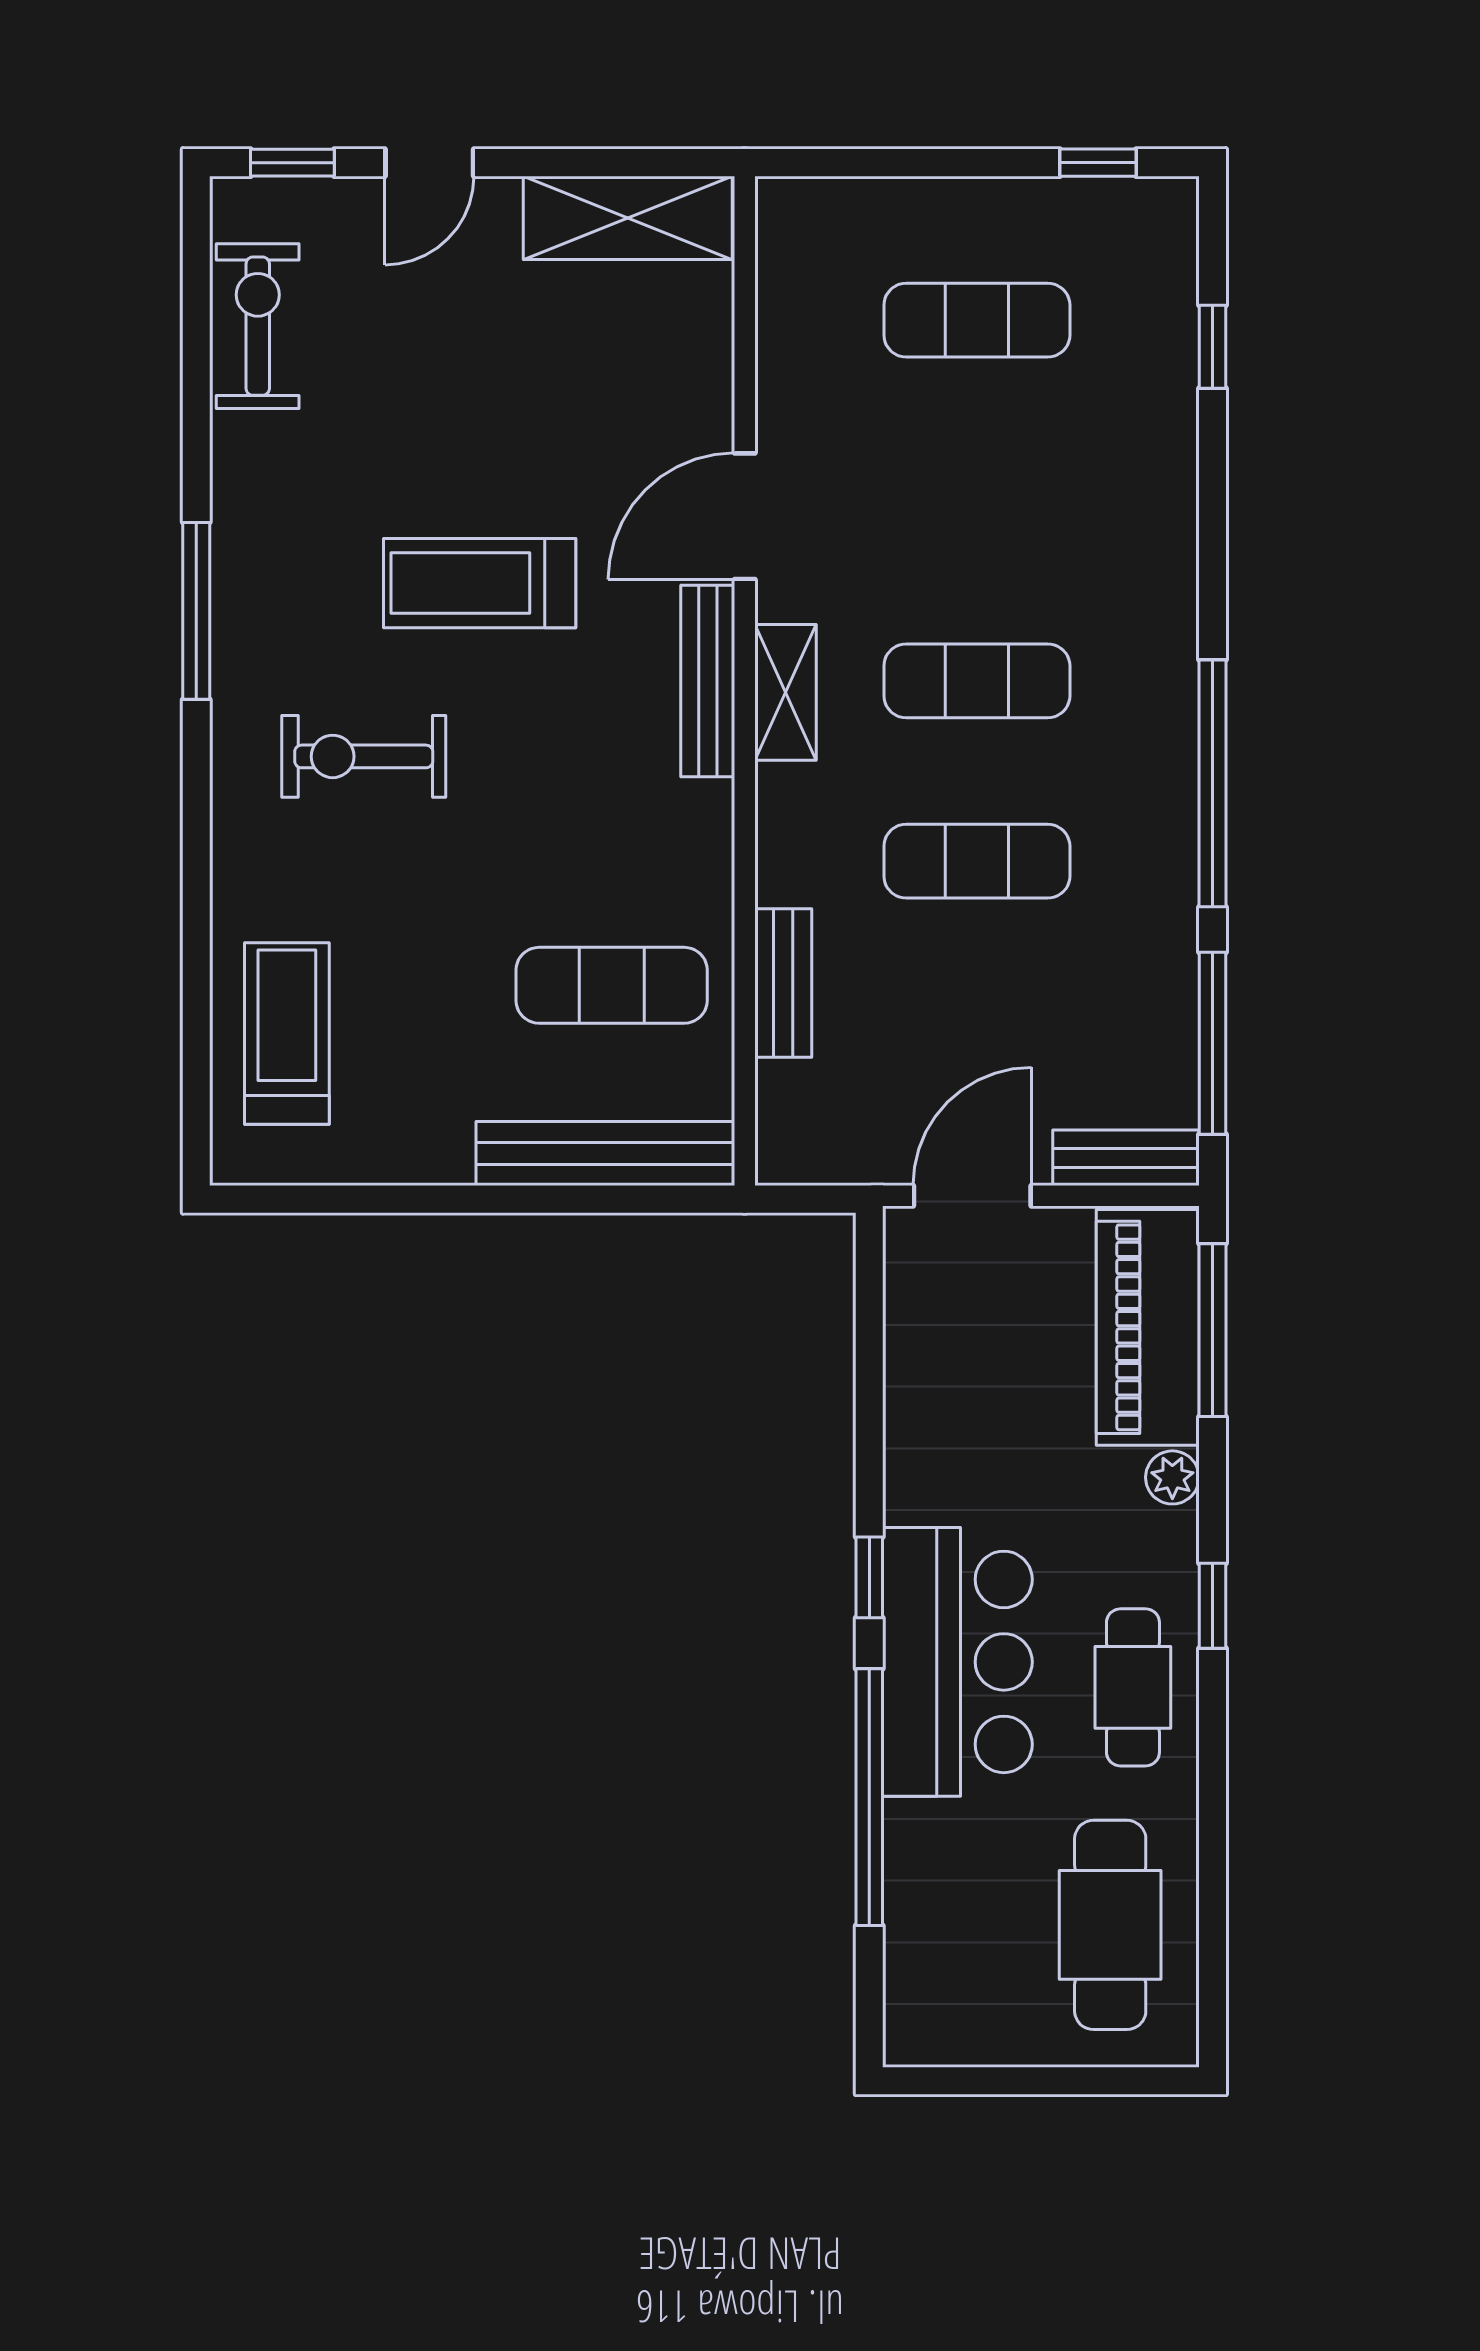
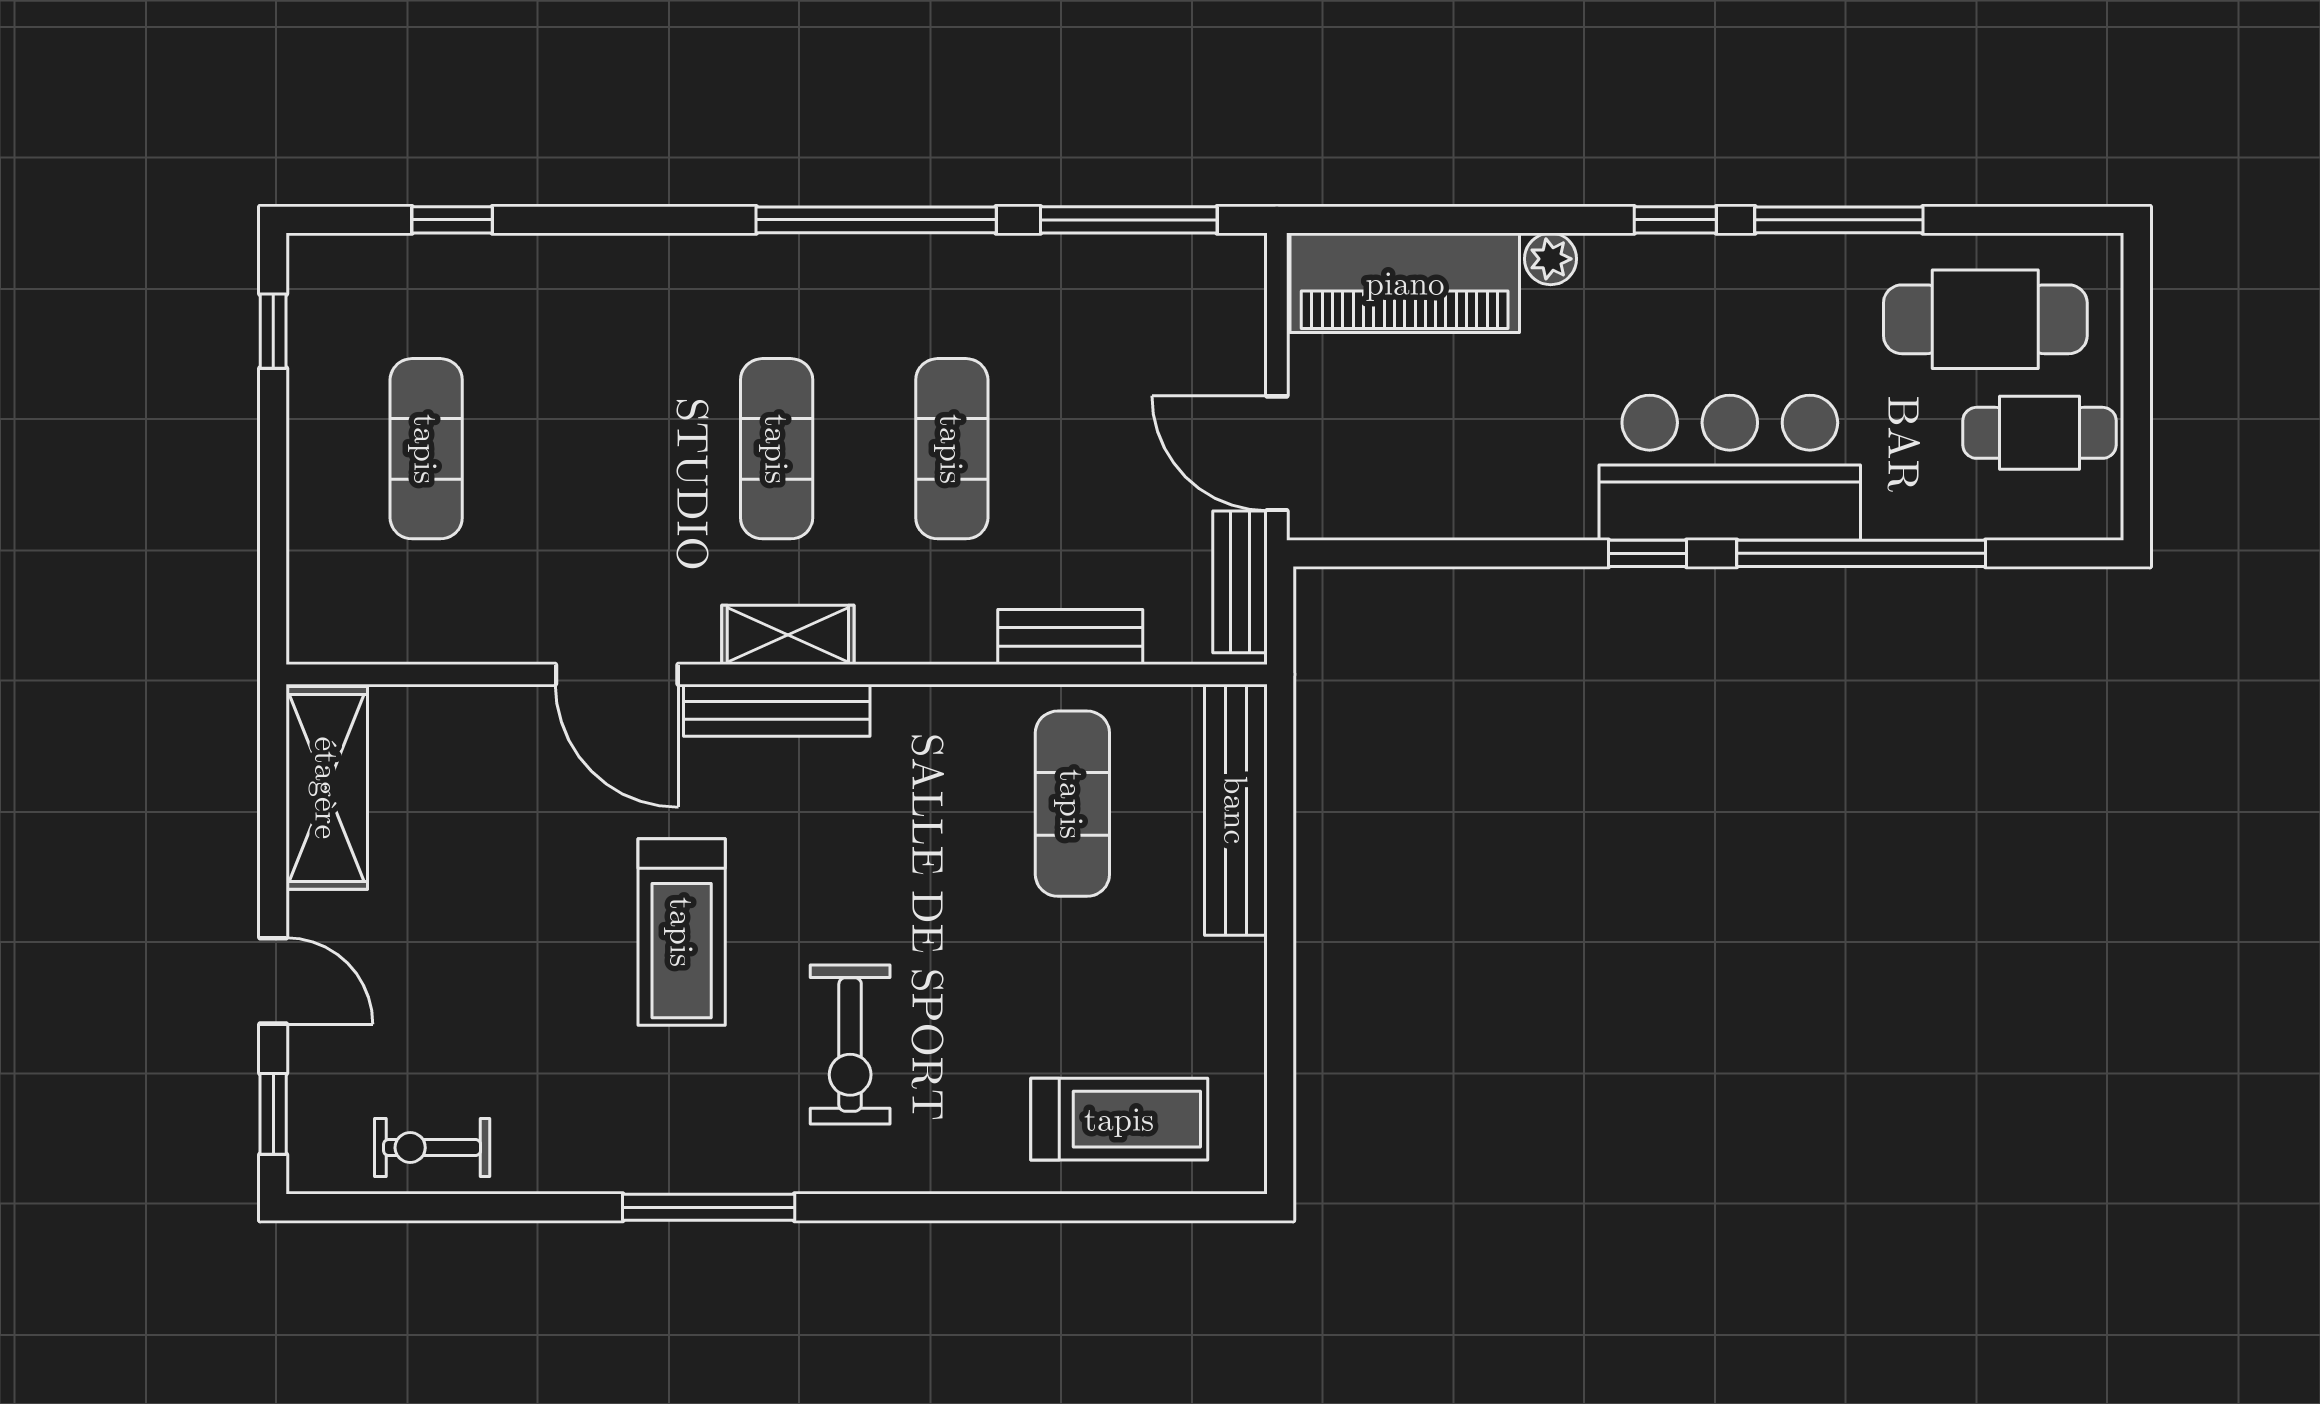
exercise bike: (258, 326) -> (432, 1148), width x0.73, depth x0.72
treadmill: (287, 1033) -> (1119, 1119), turned 180
bench: (1126, 1158) -> (1240, 582), moved
window: (1213, 1330) -> (1839, 220), moved
cafe table: (1133, 1687) -> (2040, 433), moved

